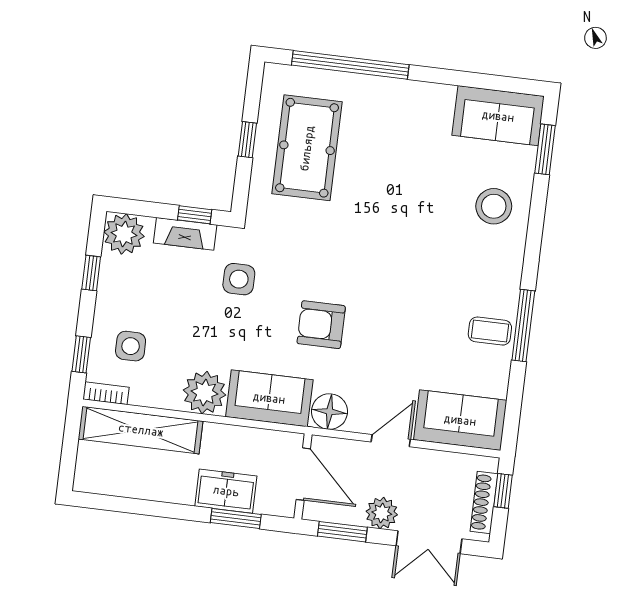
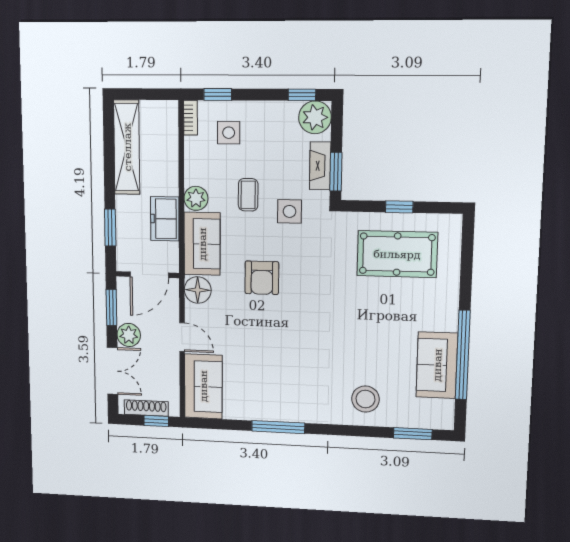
window: (350, 65) -> (463, 355), moved
sofa: (498, 116) -> (437, 365), moved
window: (195, 215) -> (336, 172), width x1.50
window: (91, 273) -> (302, 95), moved
armchair: (321, 325) -> (262, 278), turned 180
coffee table: (490, 331) -> (248, 195), moved
plant: (204, 393) -> (196, 198), width x0.73, depth x0.73
shelving: (141, 430) -> (127, 147), moved
freezer: (226, 491) -> (165, 219), moved, turned 180
double door: (429, 542) -> (112, 371), swing flipped

